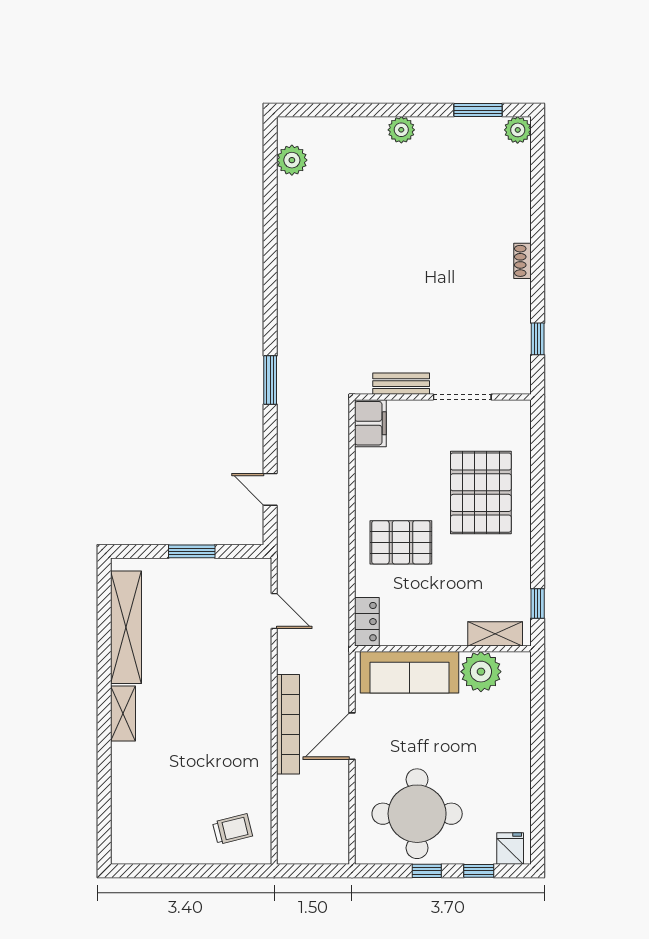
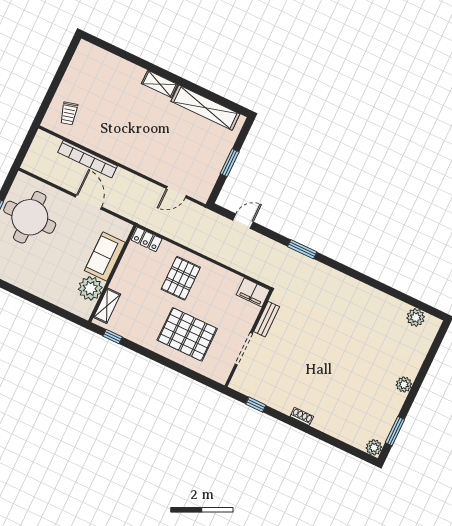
sofa: (409, 672) -> (105, 257), width x0.73
bookcase: (288, 724) -> (87, 159), moved

